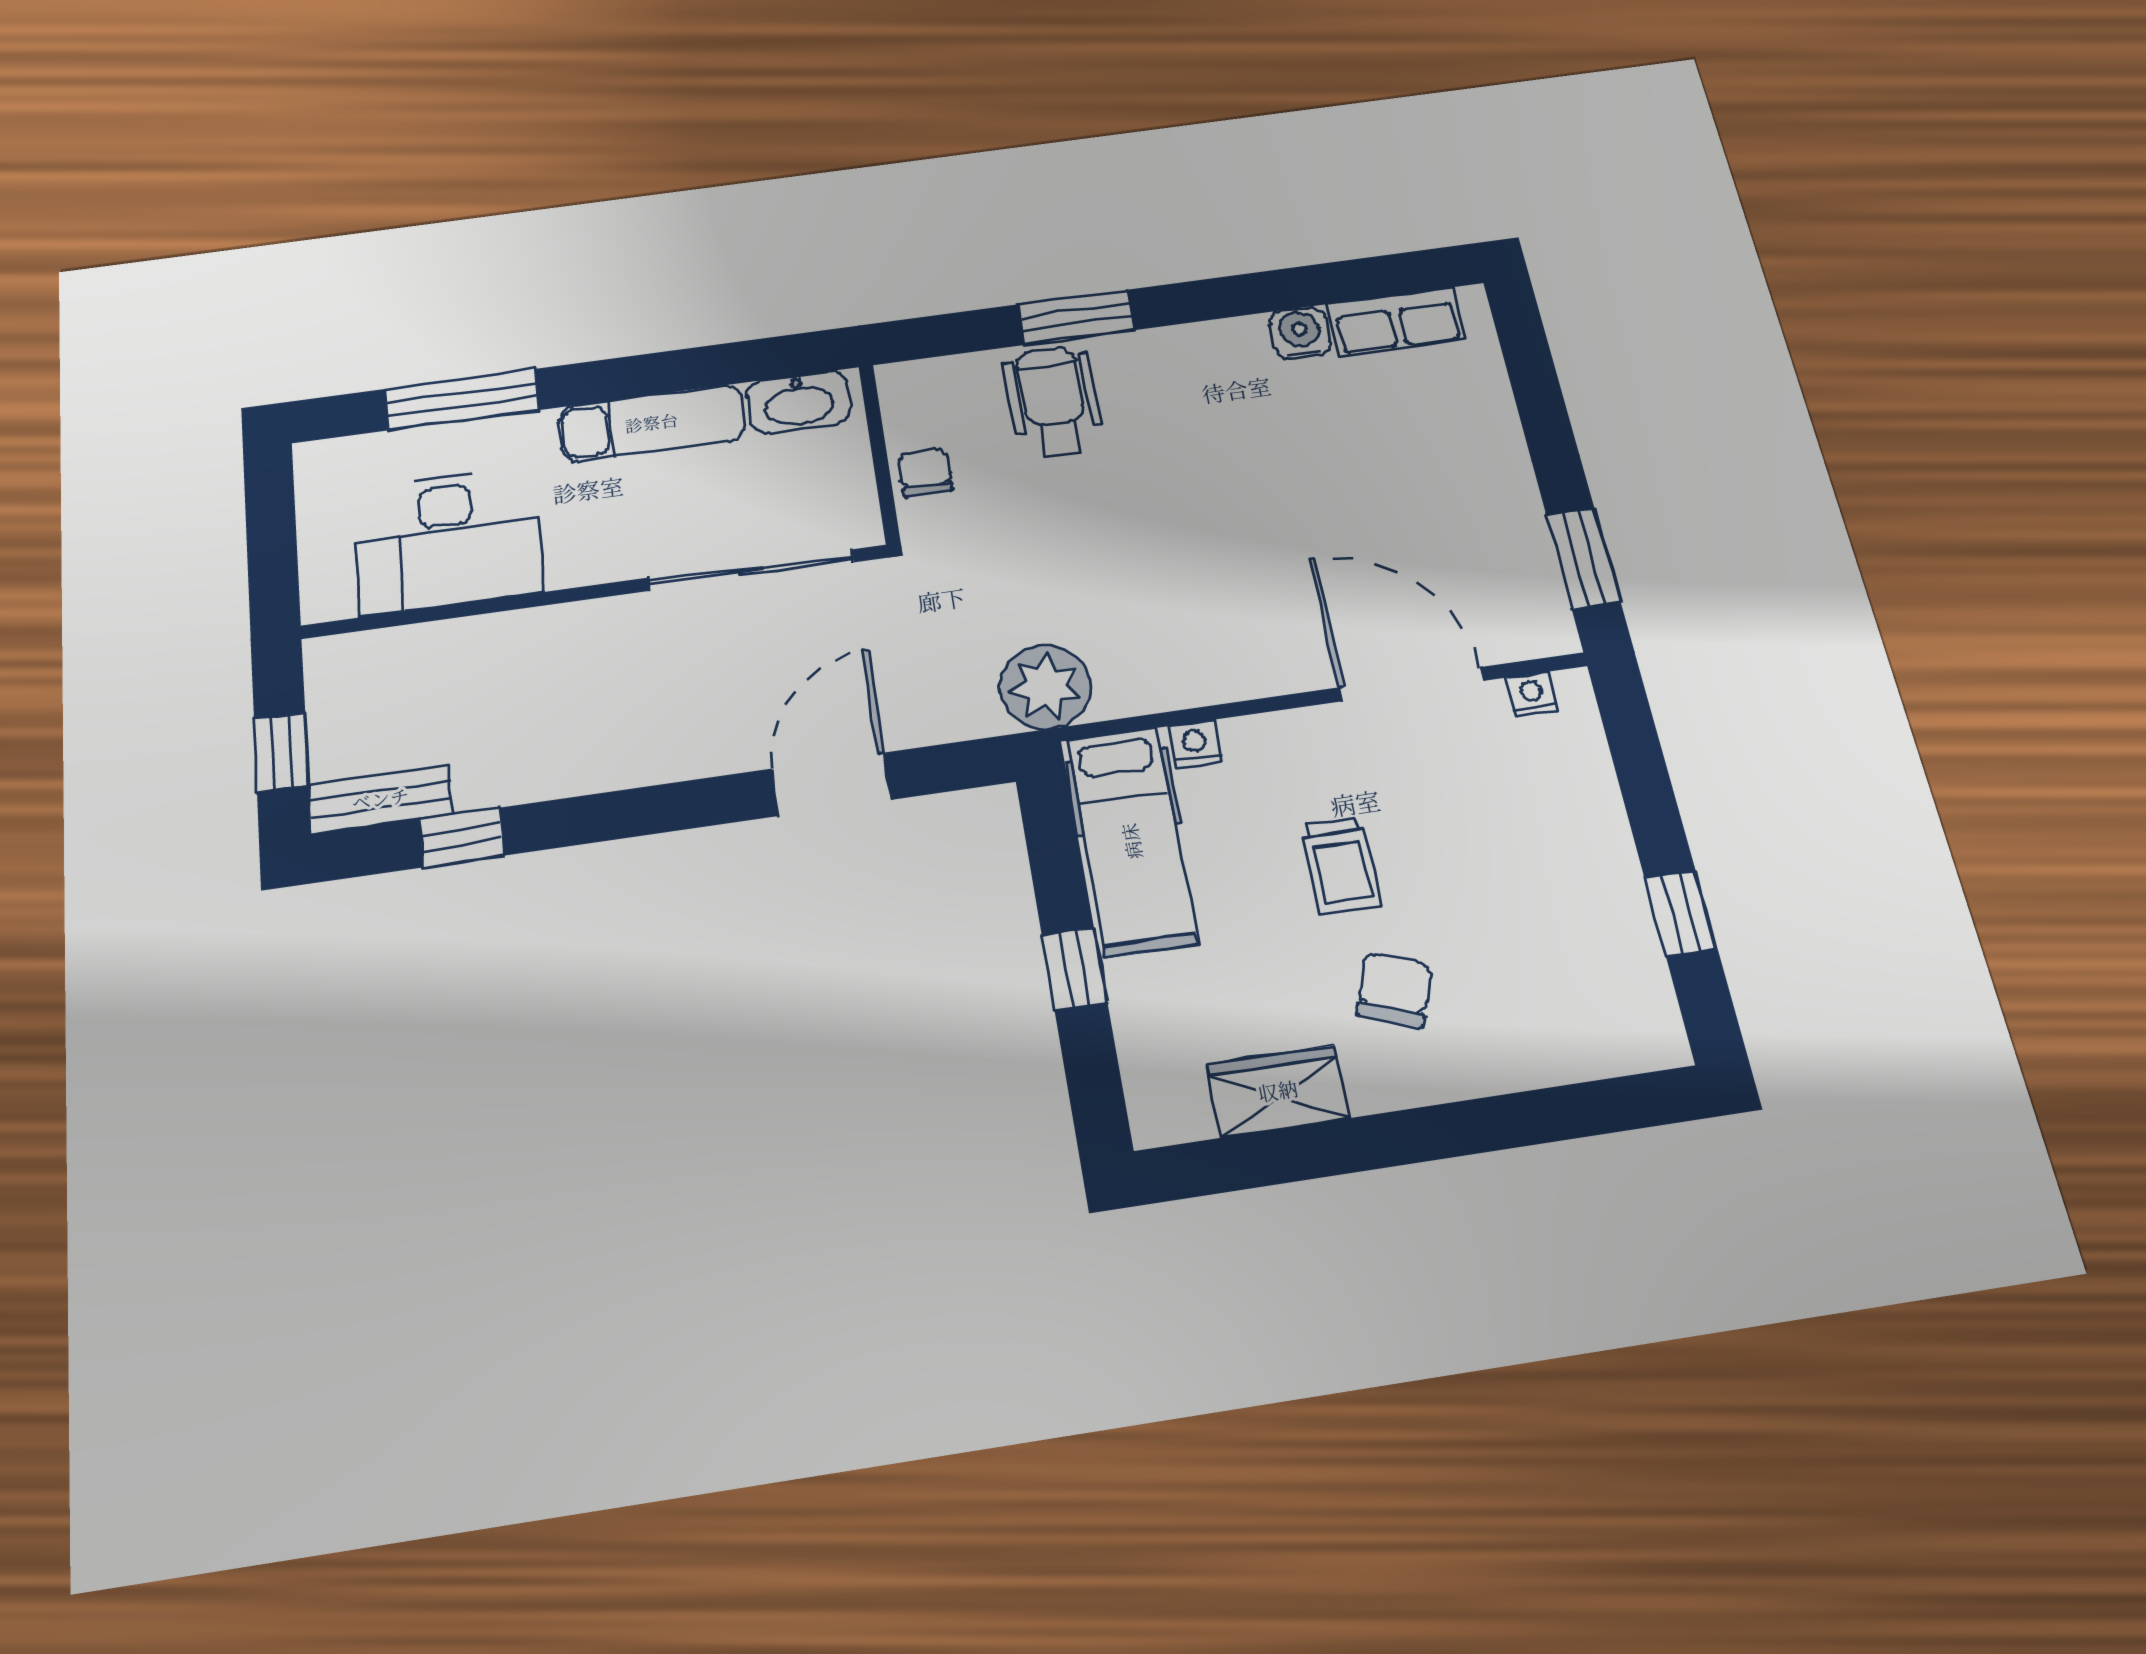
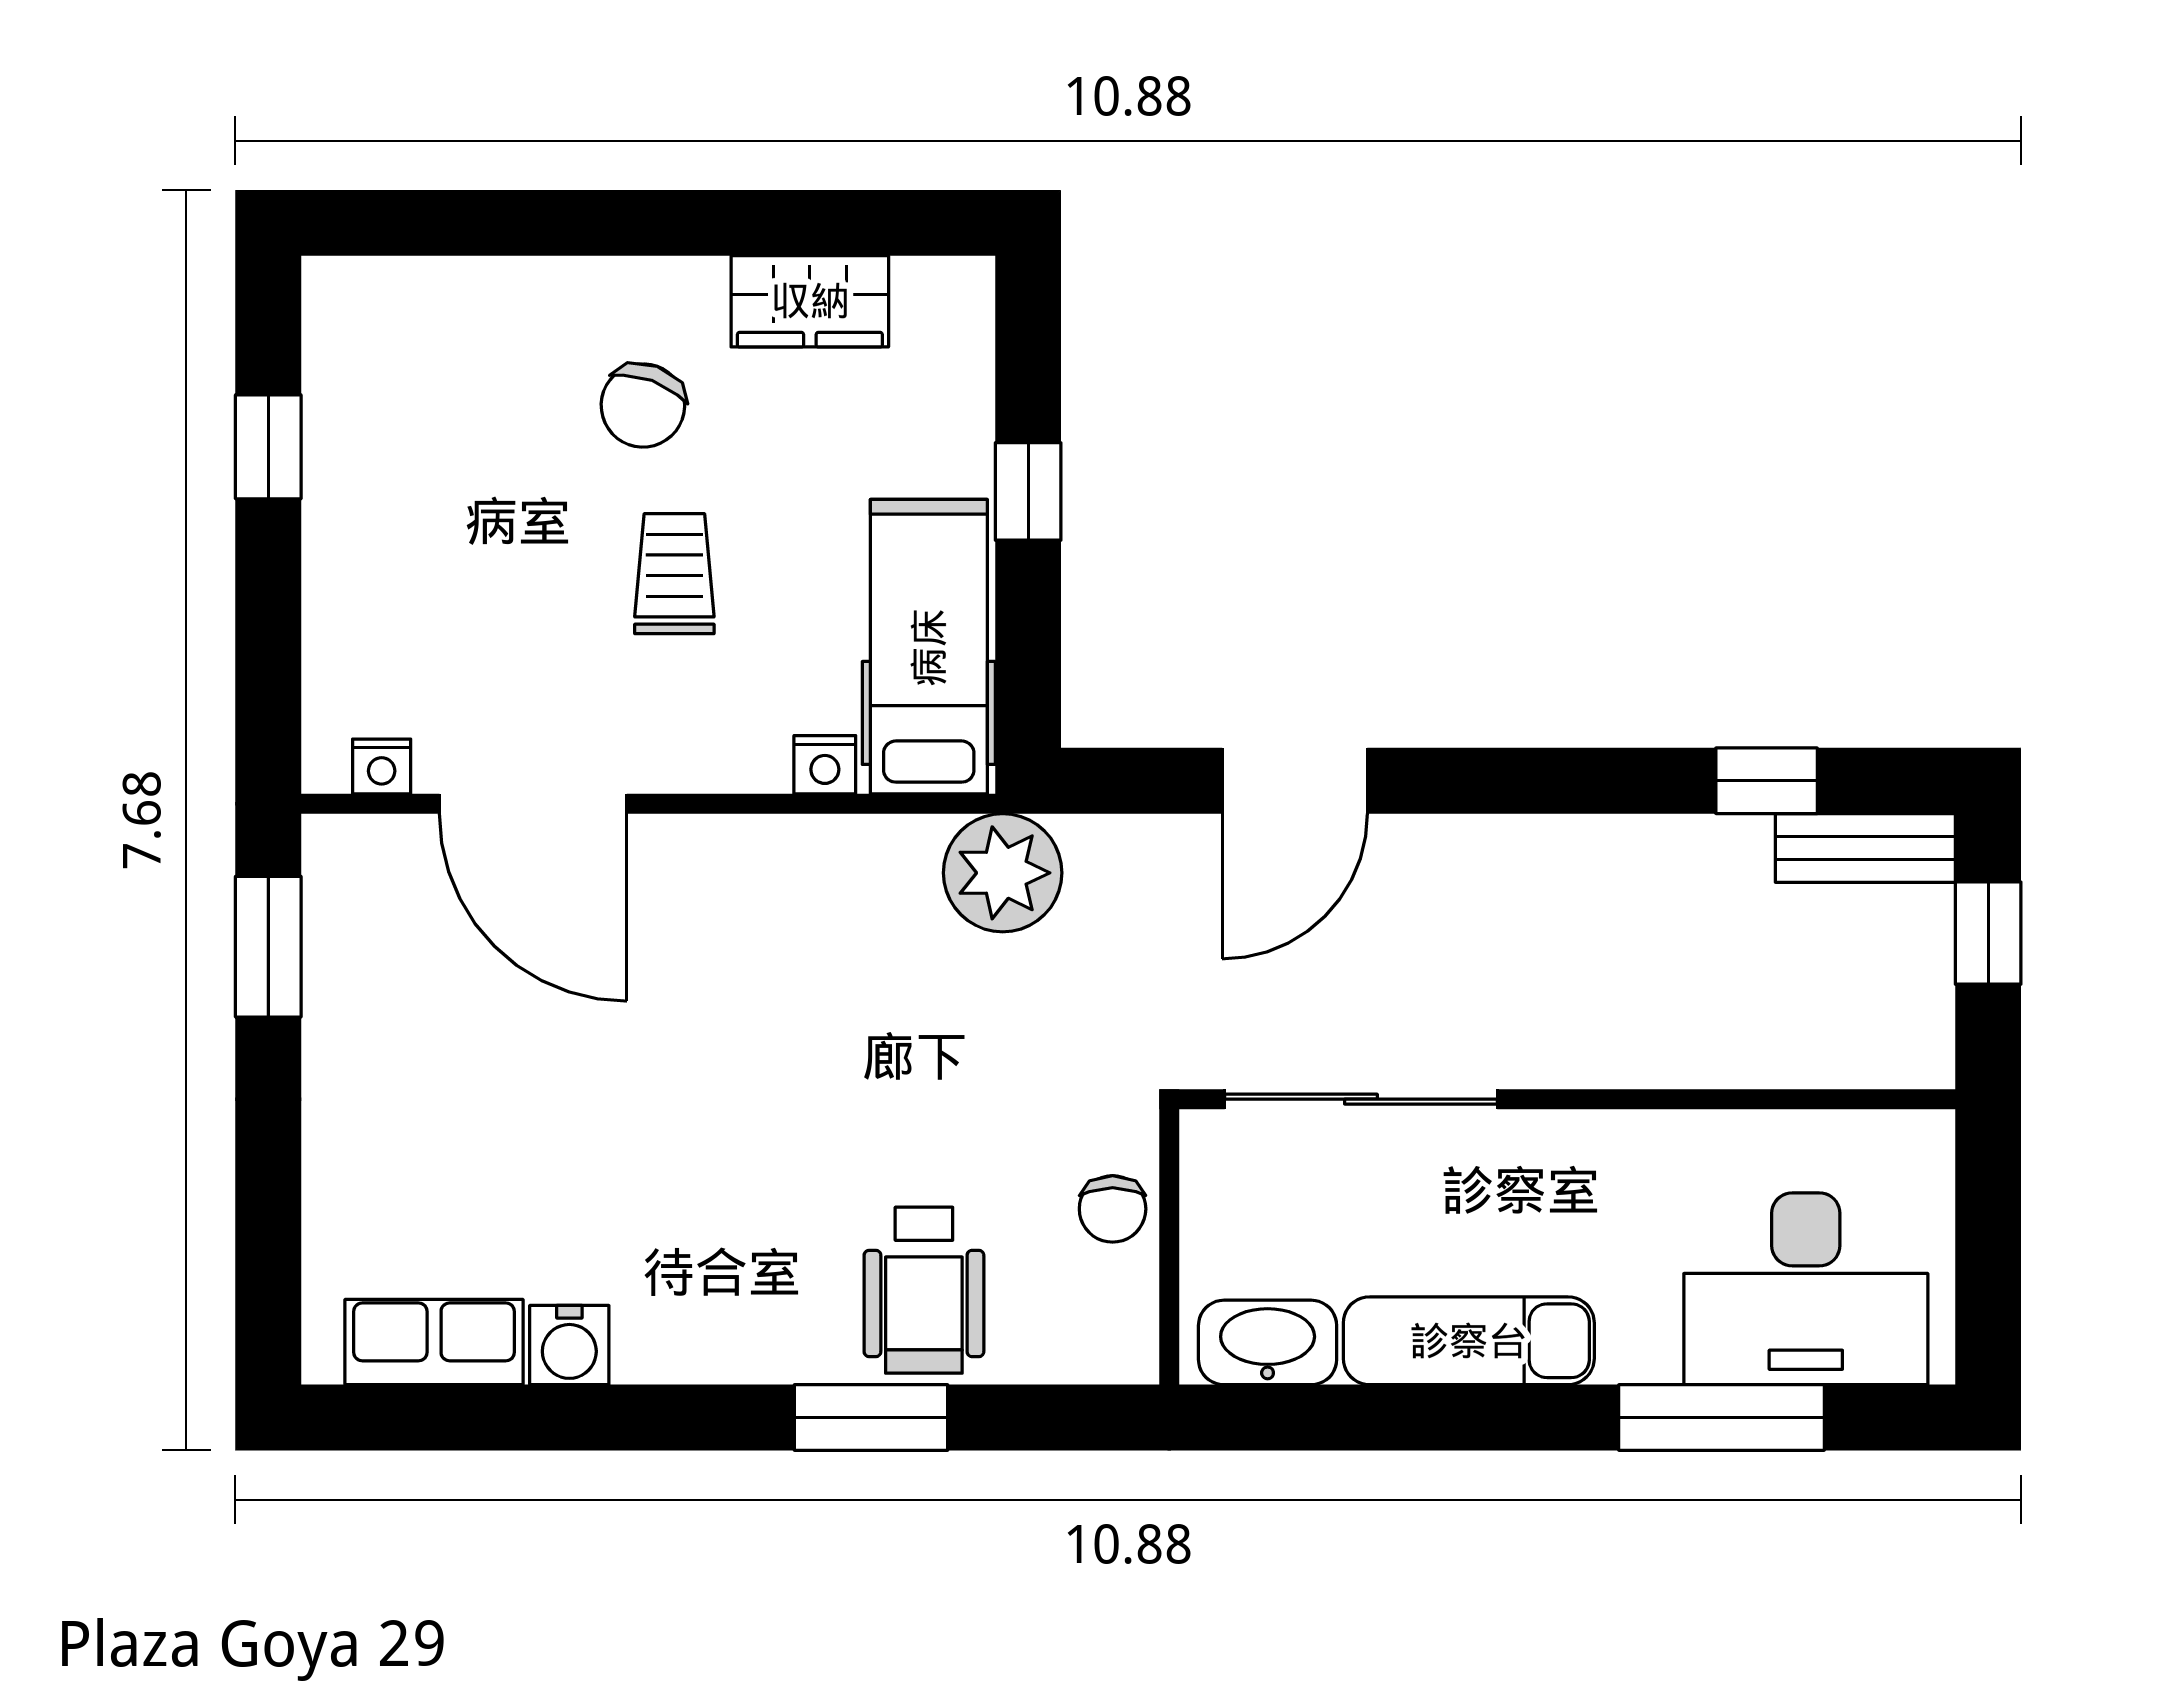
desk: (448, 540) -> (1806, 1289), moved, turned 180

